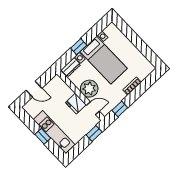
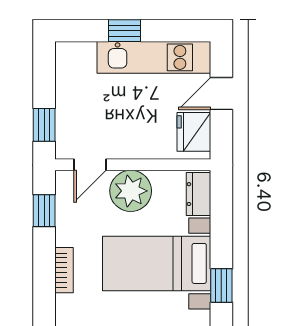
window: (79, 47) -> (221, 286), moved
fridge: (76, 104) -> (194, 132), moved, turned -90
kitchen unit: (54, 132) -> (154, 57), moved

